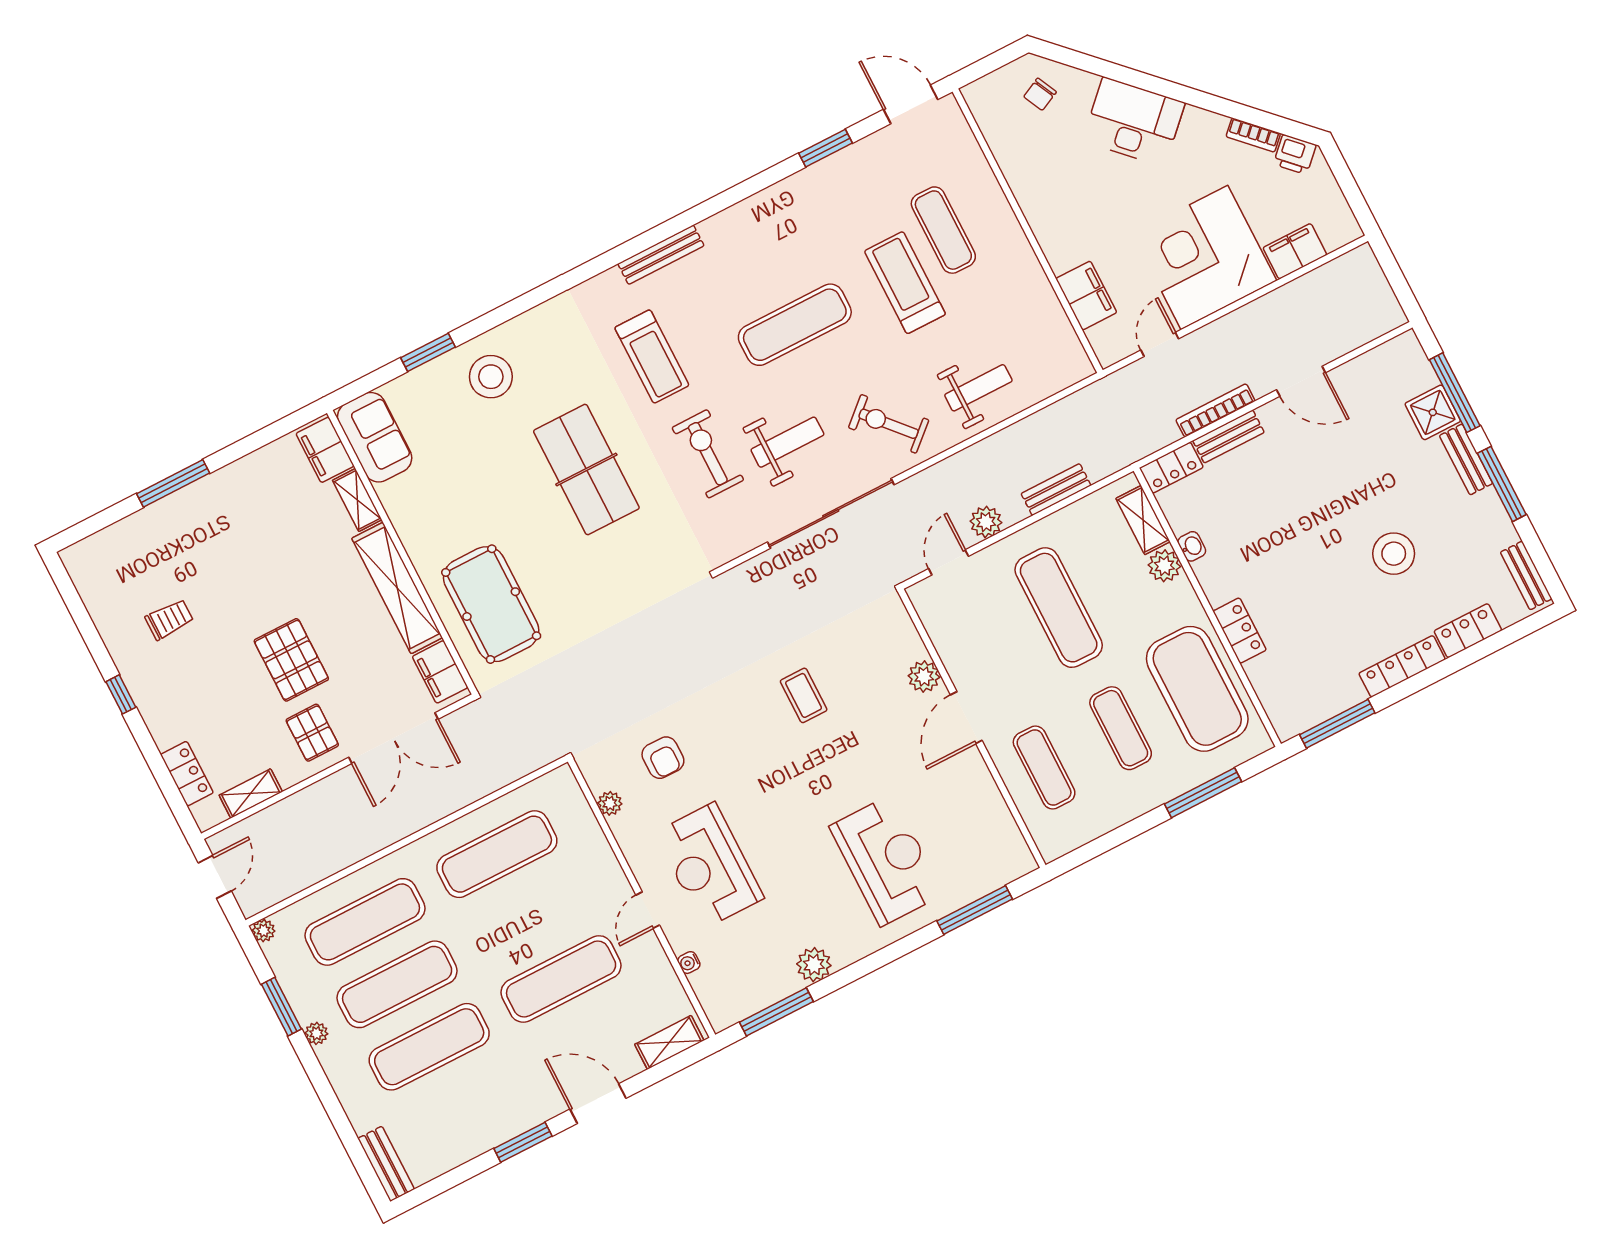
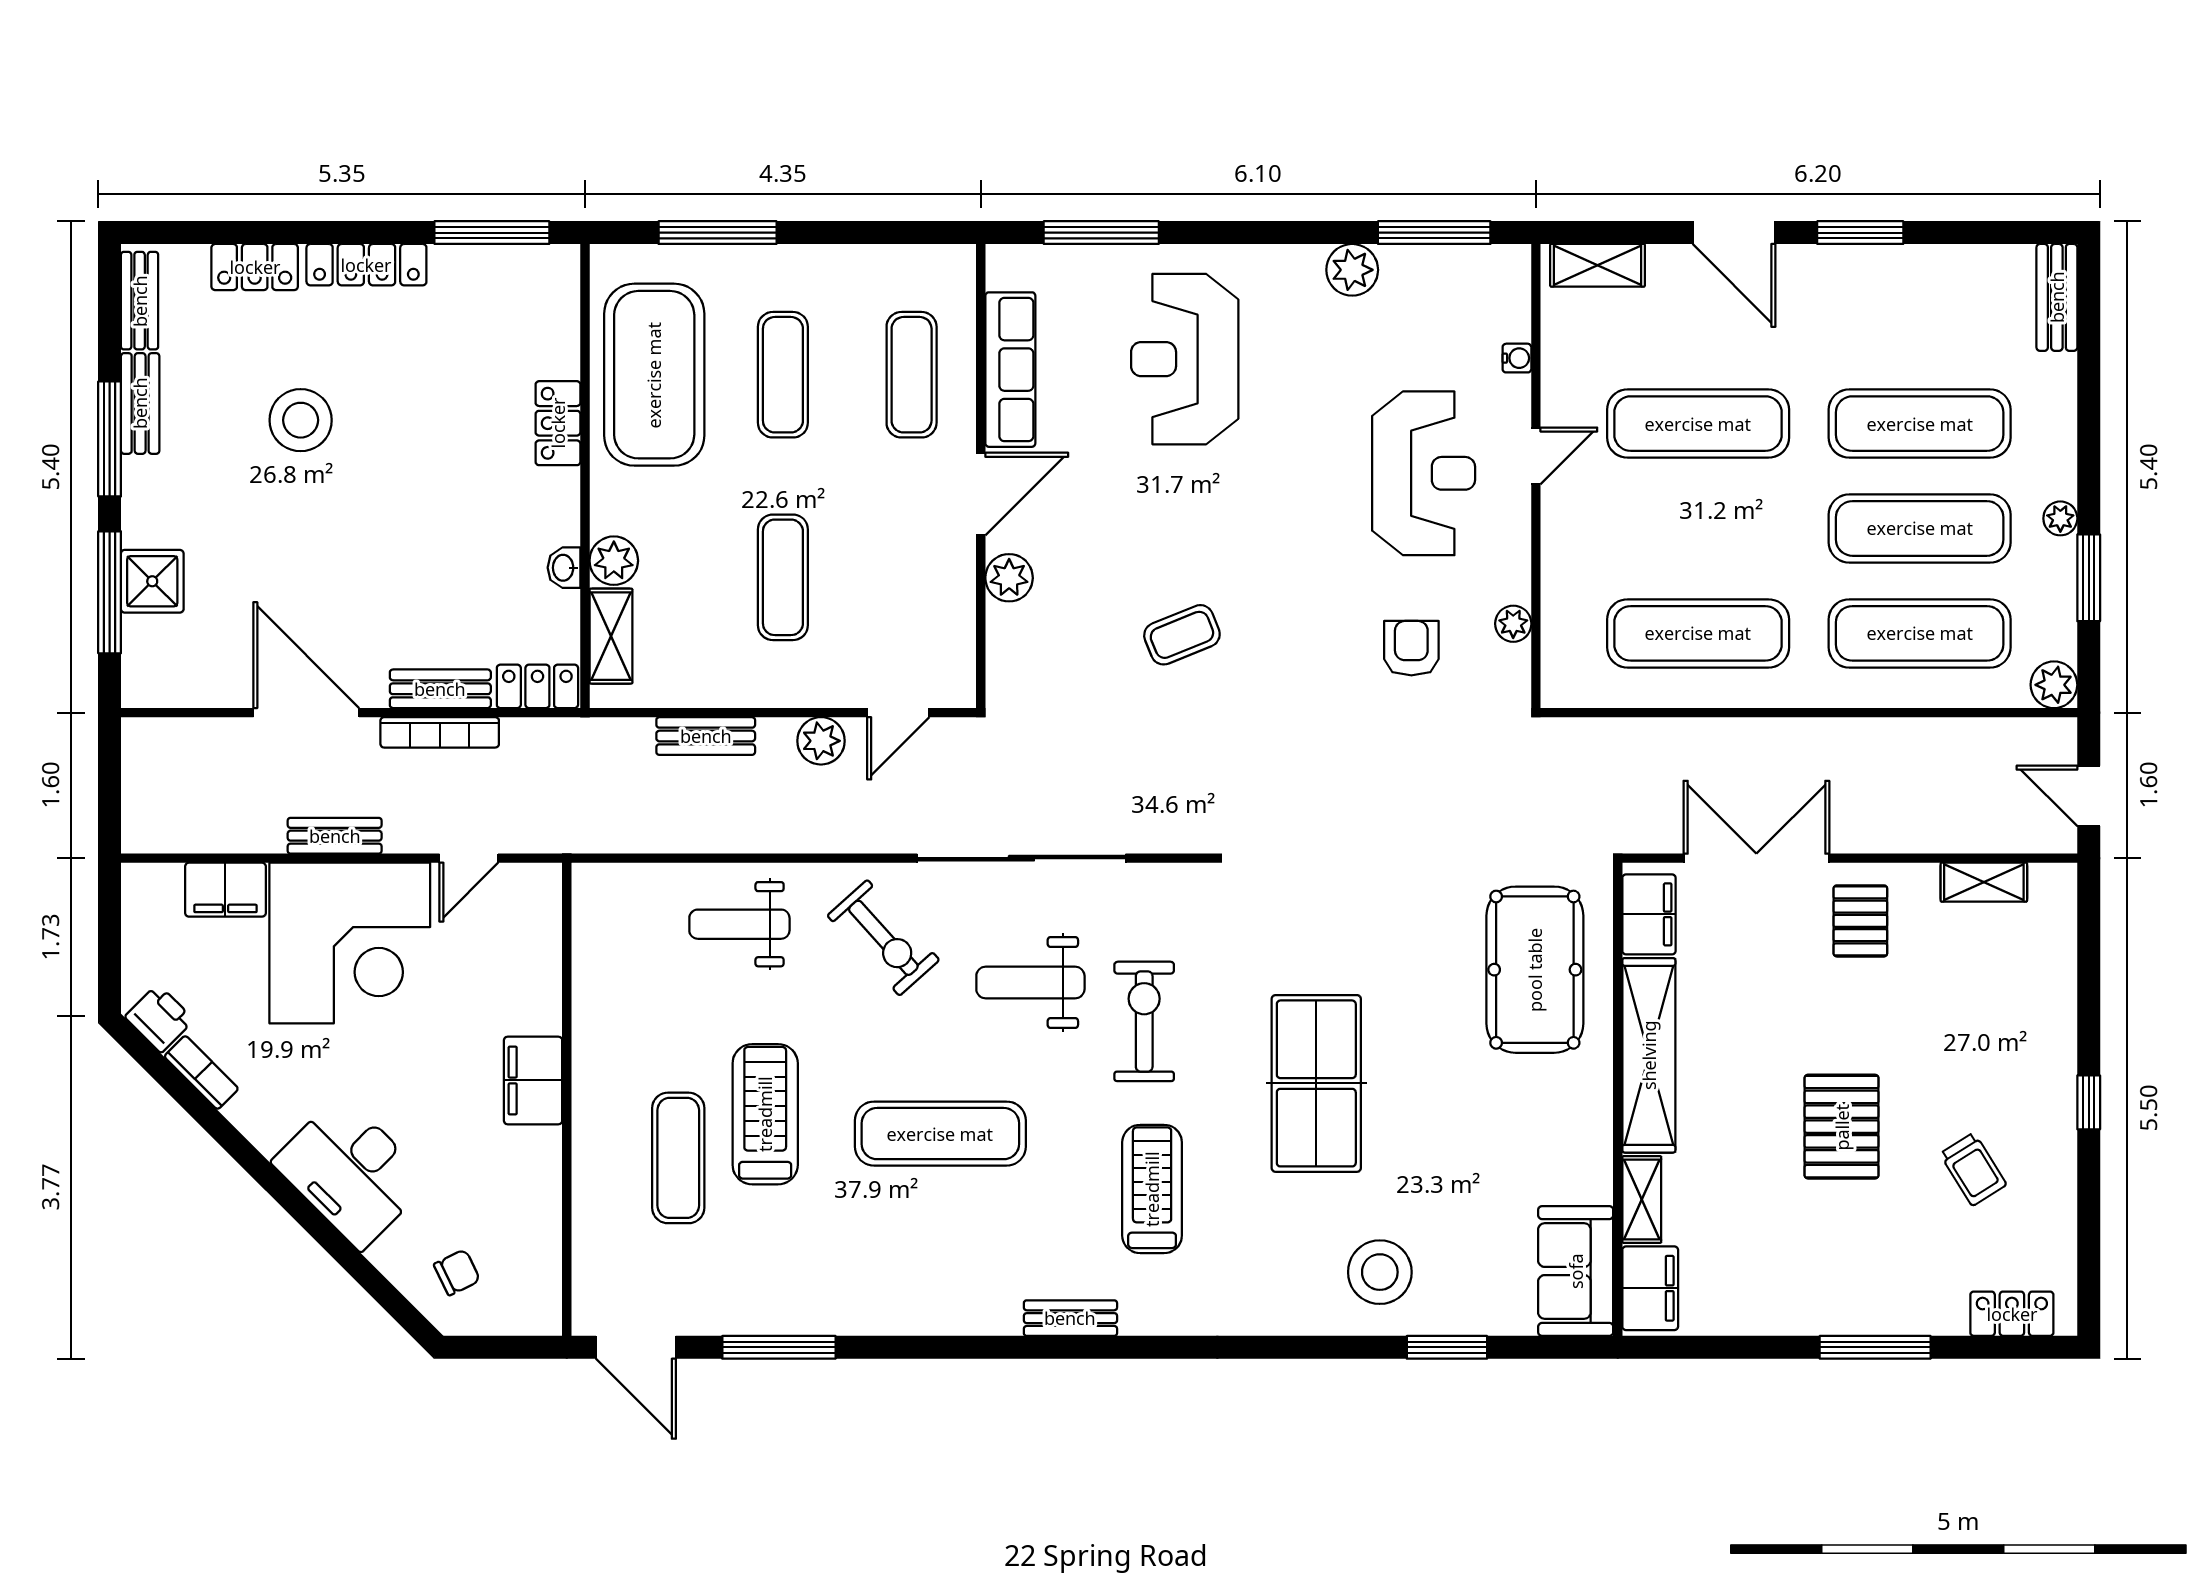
window: (825, 148) -> (779, 1347), width x1.44
bench: (661, 255) -> (1070, 1318), width x0.73
treadmill: (905, 283) -> (765, 1114), turned 180
filing cabinet: (1086, 296) -> (533, 1080), moved
bench: (1246, 317) -> (335, 836), added
door: (1301, 381) -> (306, 713), width x1.36
exercise bike: (708, 454) -> (1144, 1021), turned 180
bench: (1466, 459) -> (140, 403), moved
exercise mat: (1059, 608) -> (783, 577), width x0.73, depth x0.69
trolley: (169, 619) -> (1973, 1169), turned -122
pallet: (291, 660) -> (1842, 1127), moved
coffee table: (804, 695) -> (1182, 635), turned 68
locker: (187, 774) -> (2012, 1314), moved, turned 90
row of seats: (987, 801) -> (1010, 370), added
door: (215, 877) -> (2089, 796), hinge flipped
plant: (264, 931) -> (2054, 685), width x1.38, depth x1.38

